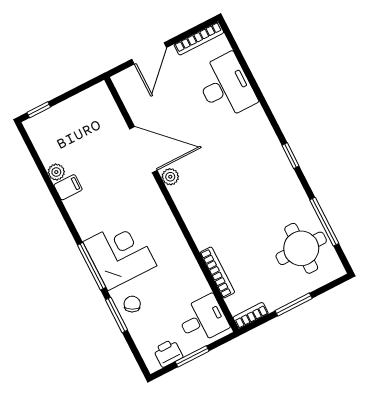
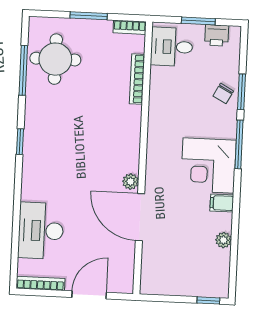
filing cabinet: (68, 187) -> (222, 203), moved
corner desk: (120, 254) -> (208, 166), moved

